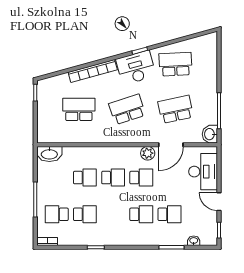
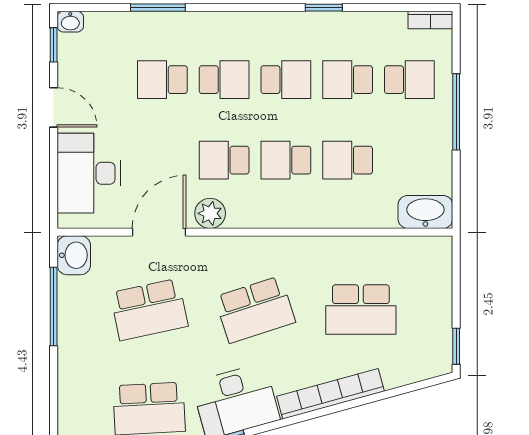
school desk: (113, 214) -> (286, 80), added
school desk: (141, 214) -> (224, 80), turned 180
washbasin: (194, 241) -> (70, 22), moved

